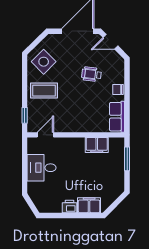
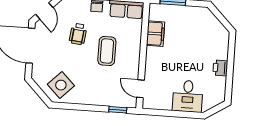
coffee table: (44, 91) -> (107, 51), moved
desk: (42, 168) -> (188, 96), moved
filing cabinet: (89, 205) -> (220, 47), removed

